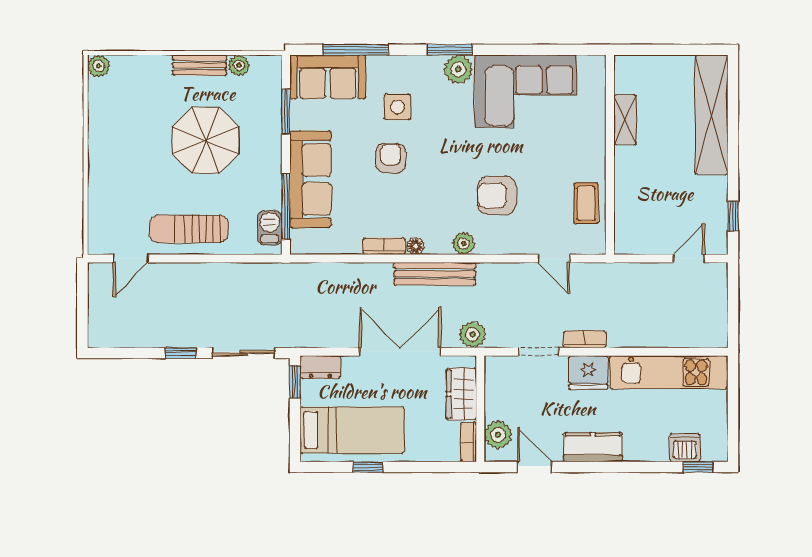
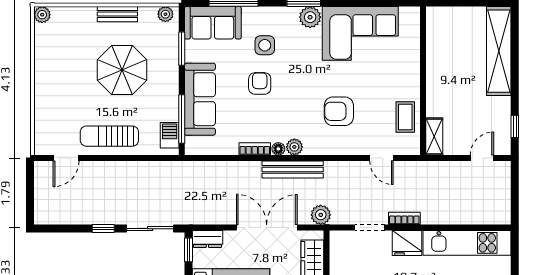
plant: (239, 65) -> (165, 14), moved
shelving: (625, 120) -> (434, 137), moved
plant: (463, 243) -> (294, 147), moved

